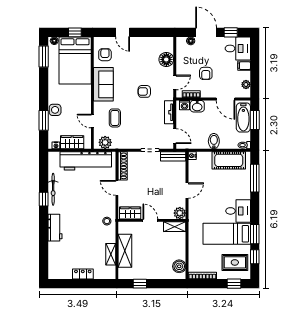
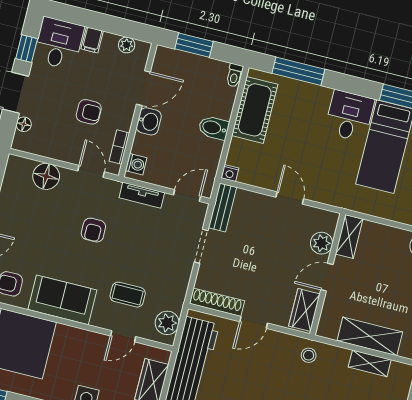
washbasin: (197, 106) -> (149, 121), moved
bathtub: (243, 117) -> (185, 64), removed
plant: (180, 213) -> (321, 243), moved

